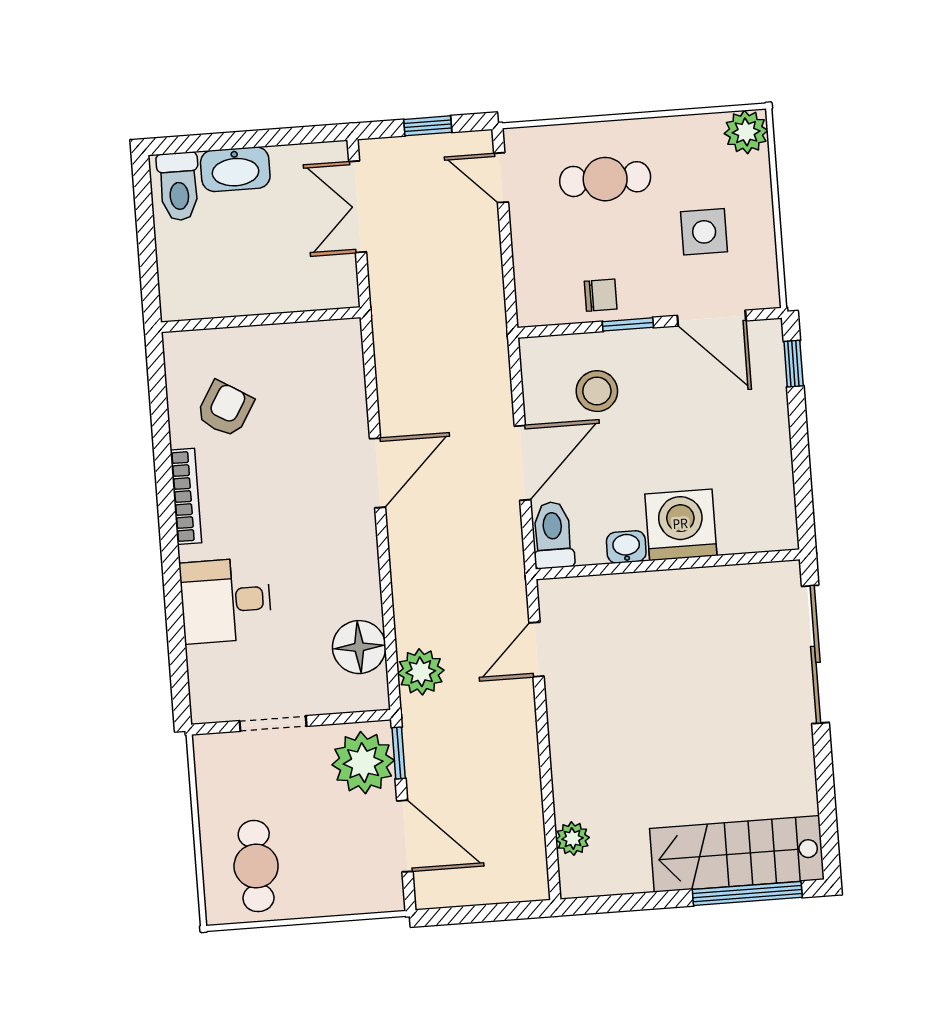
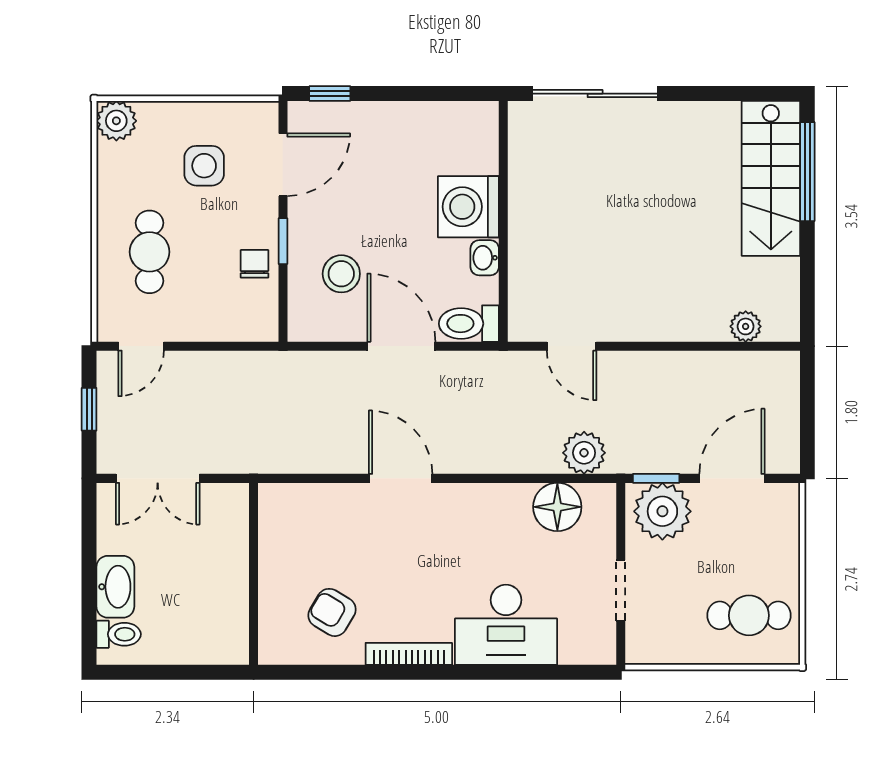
toilet: (179, 187) -> (119, 634), width x0.73, depth x0.72
desk: (226, 600) -> (506, 625), width x1.37

